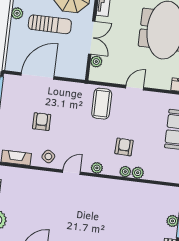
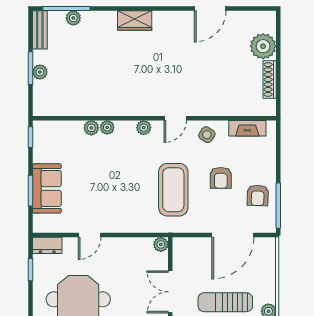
plant: (96, 62) -> (161, 244), moved
door: (135, 88) -> (90, 235), moved
coffee table: (102, 104) -> (173, 190), moved, width x1.36, depth x1.32
armchair: (124, 147) -> (258, 195), moved

